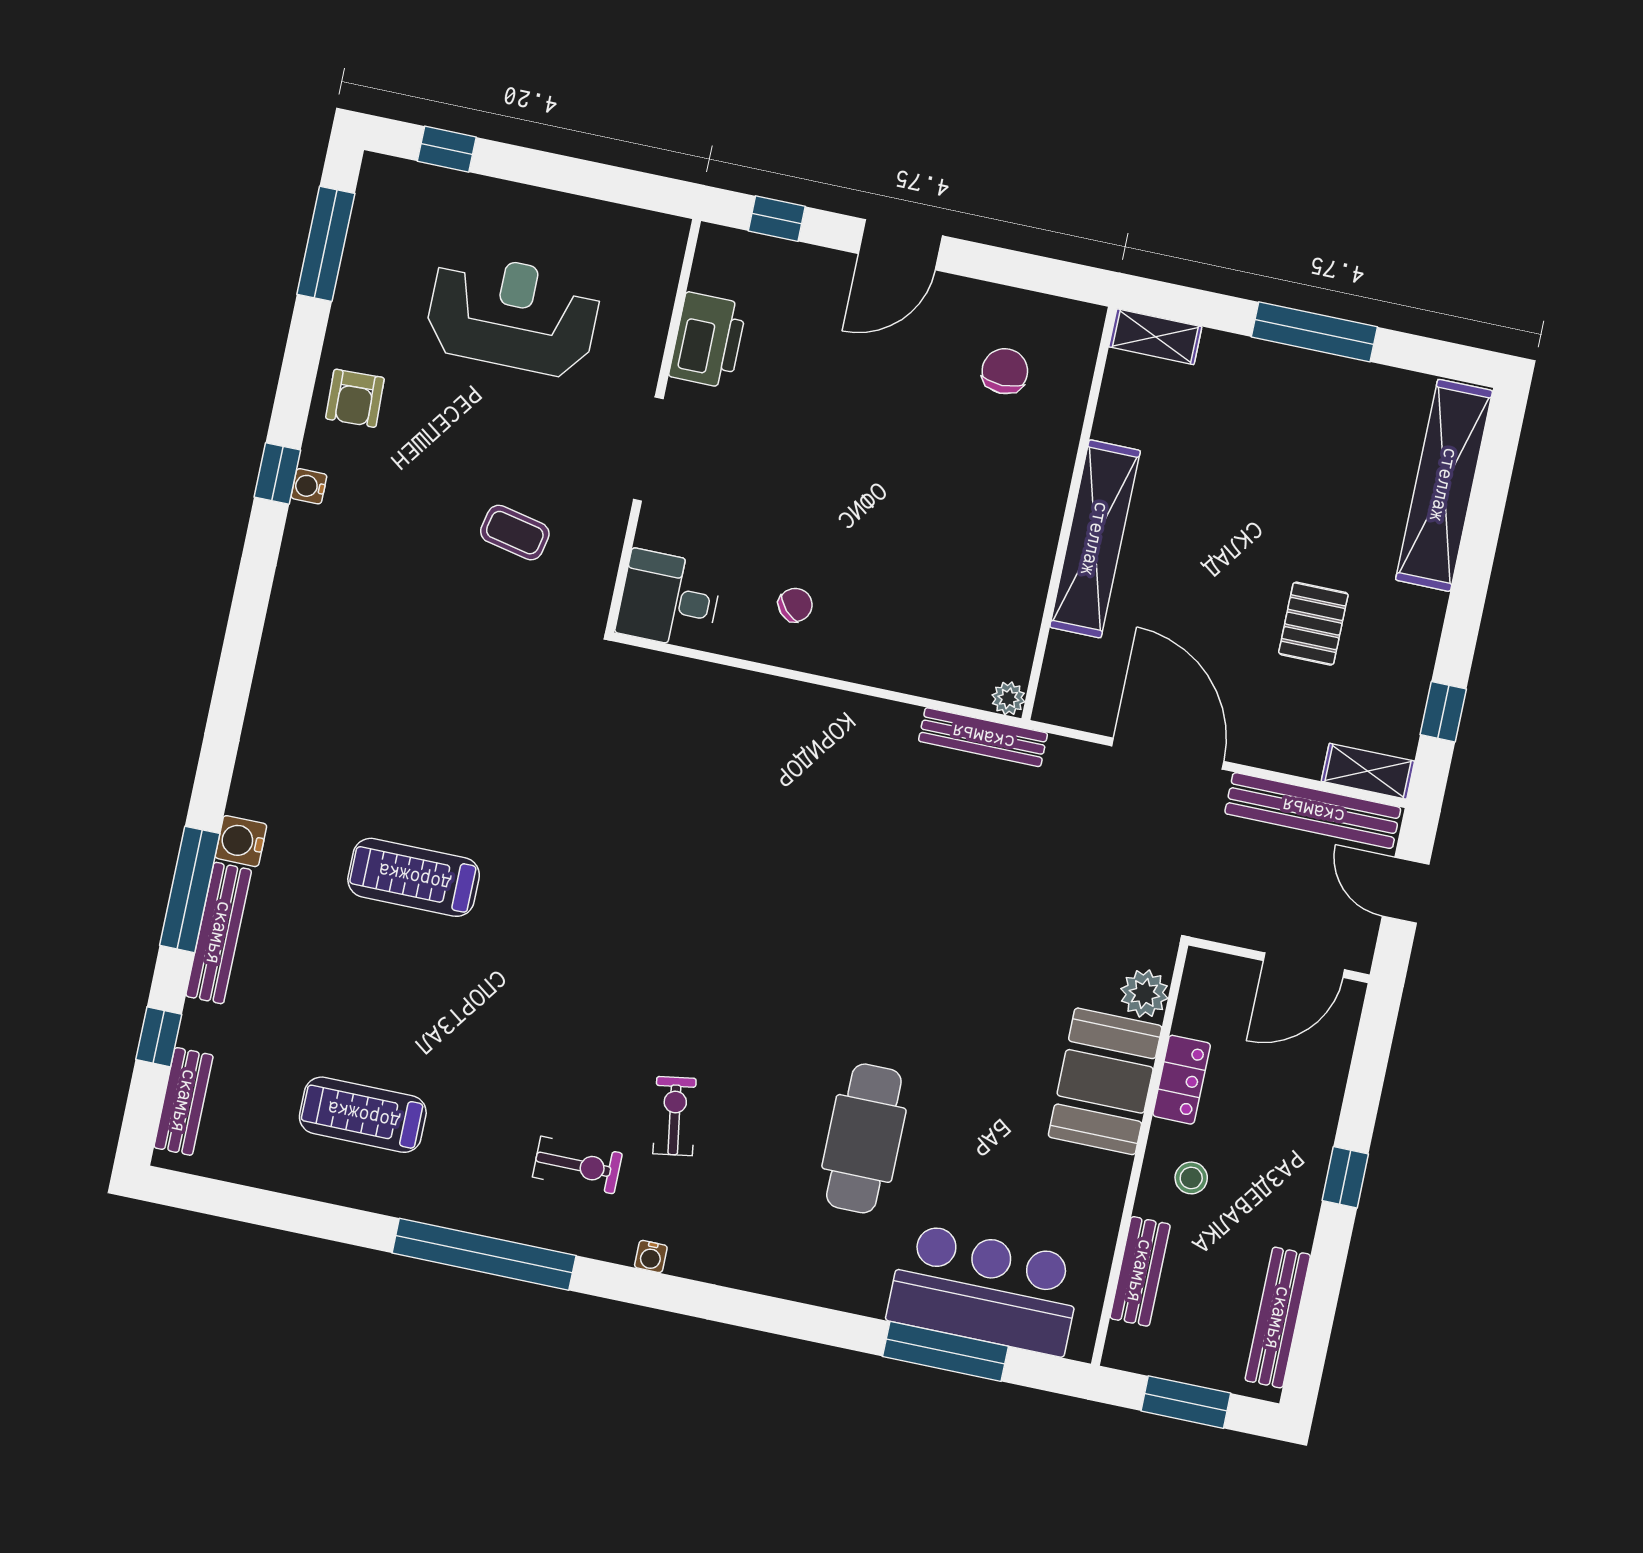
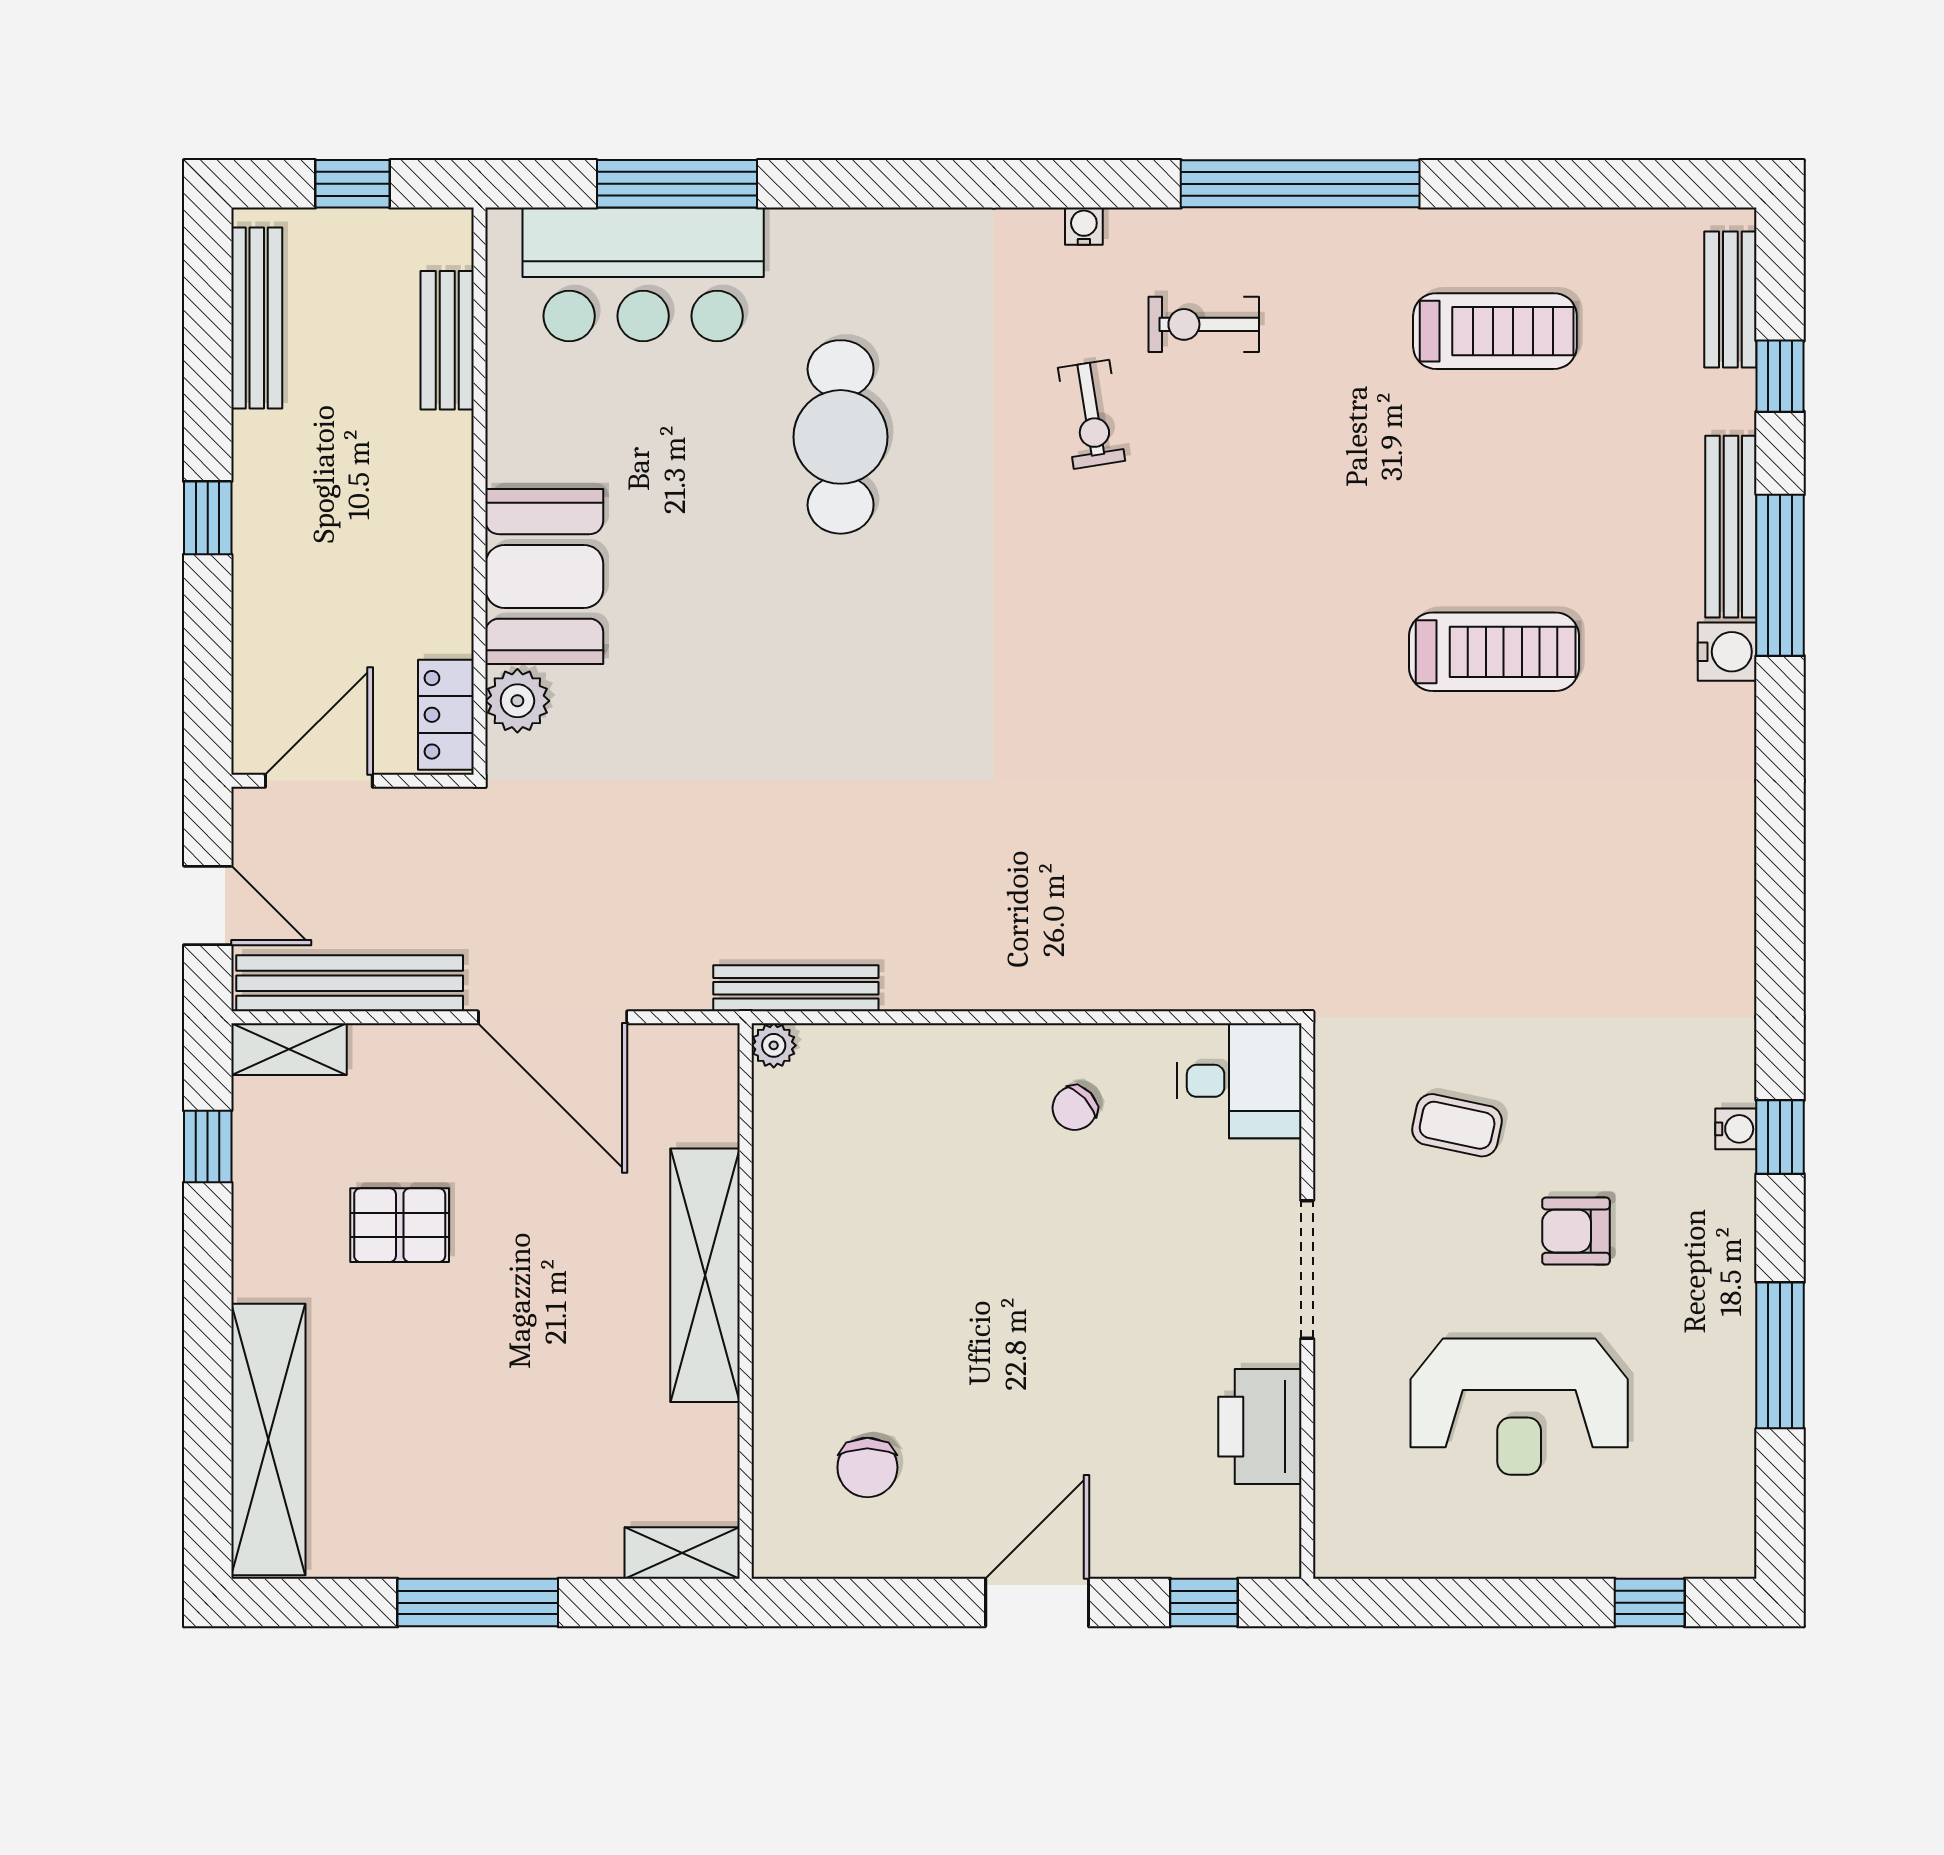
window: (326, 244) -> (1780, 1355), moved
armchair: (355, 398) -> (1576, 1231), moved, turned -88
pallet: (1313, 624) -> (400, 1225), turned 90
locker: (1182, 1080) -> (446, 715), moved
stool: (1191, 1178) -> (407, 475), removed
window: (1186, 1402) -> (352, 184), width x0.67

